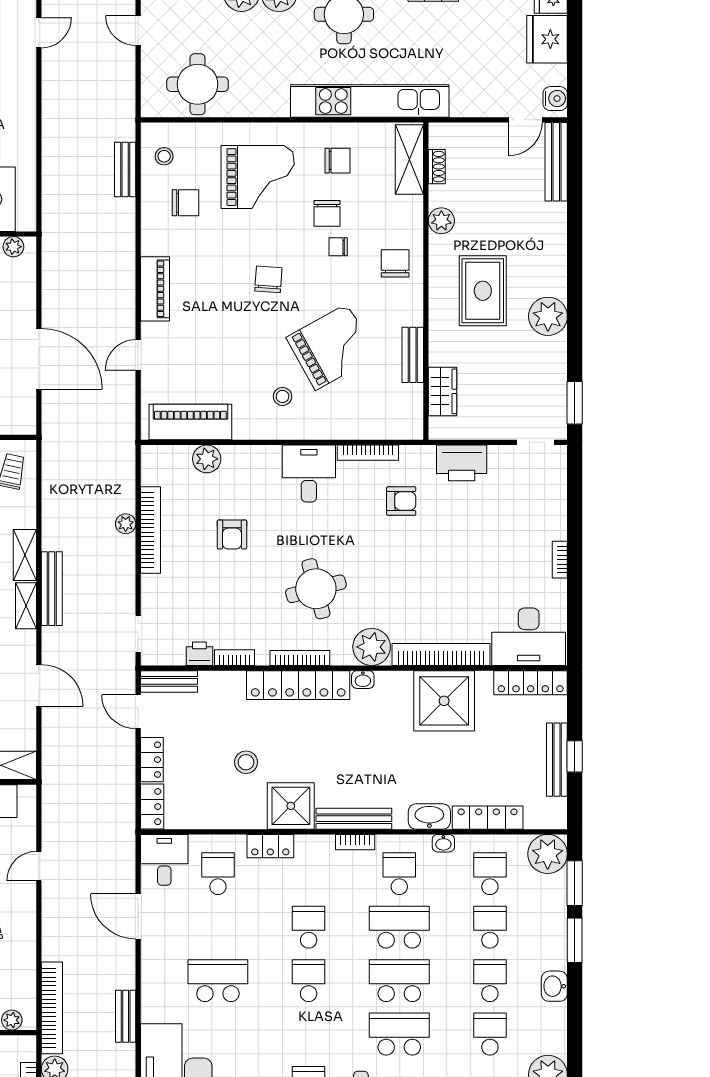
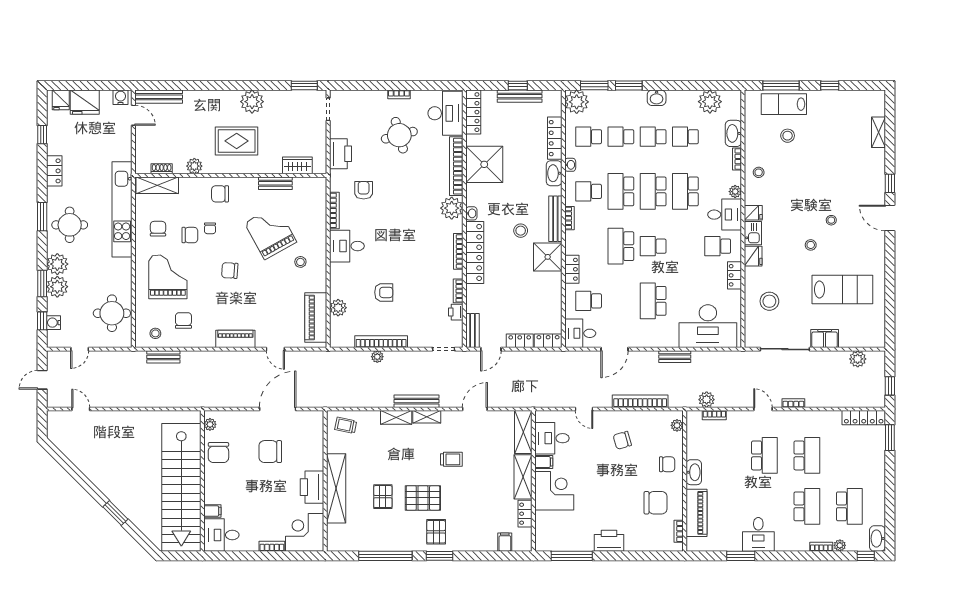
round table: (316, 589) -> (399, 135), moved
stool: (246, 762) -> (521, 231), moved
school desk: (309, 927) -> (621, 246), width x1.85
bookcase: (52, 1008) -> (640, 401), moved

